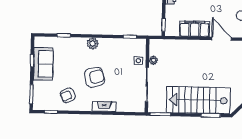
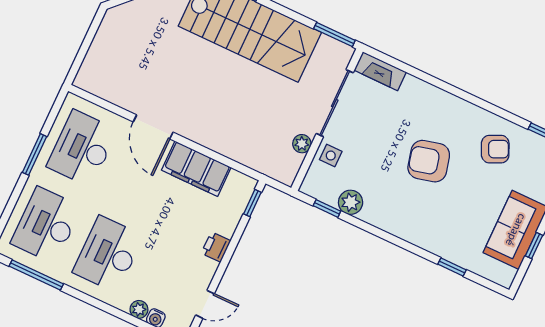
plant: (93, 43) -> (351, 202), moved
fireplace: (104, 106) -> (380, 71), moved

